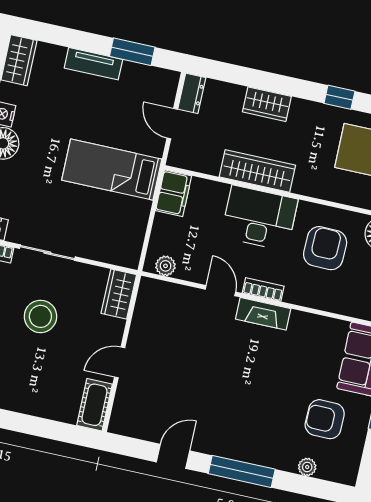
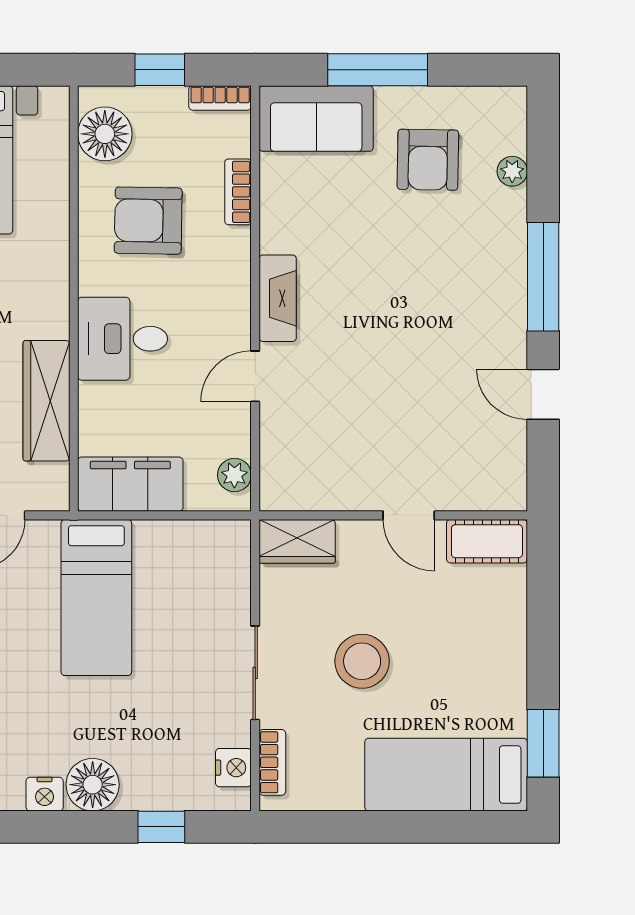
wardrobe: (257, 171) -> (46, 401), moved
filing cabinet: (174, 193) -> (130, 484), width x1.50, depth x1.17
desk: (259, 218) -> (123, 339), width x0.73
bookcase: (263, 290) -> (238, 192), moved

